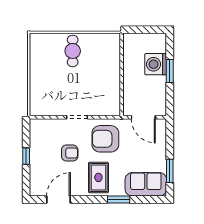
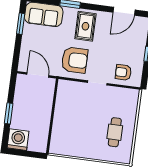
cafe table: (73, 51) -> (115, 132), moved
washing machine: (156, 64) -> (18, 140), moved, turned -90
armchair: (70, 153) -> (123, 72), moved

